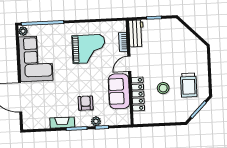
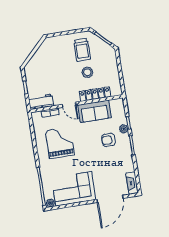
trolley: (189, 85) -> (82, 50), turned 90
fireplace: (62, 123) -> (132, 183), moved

